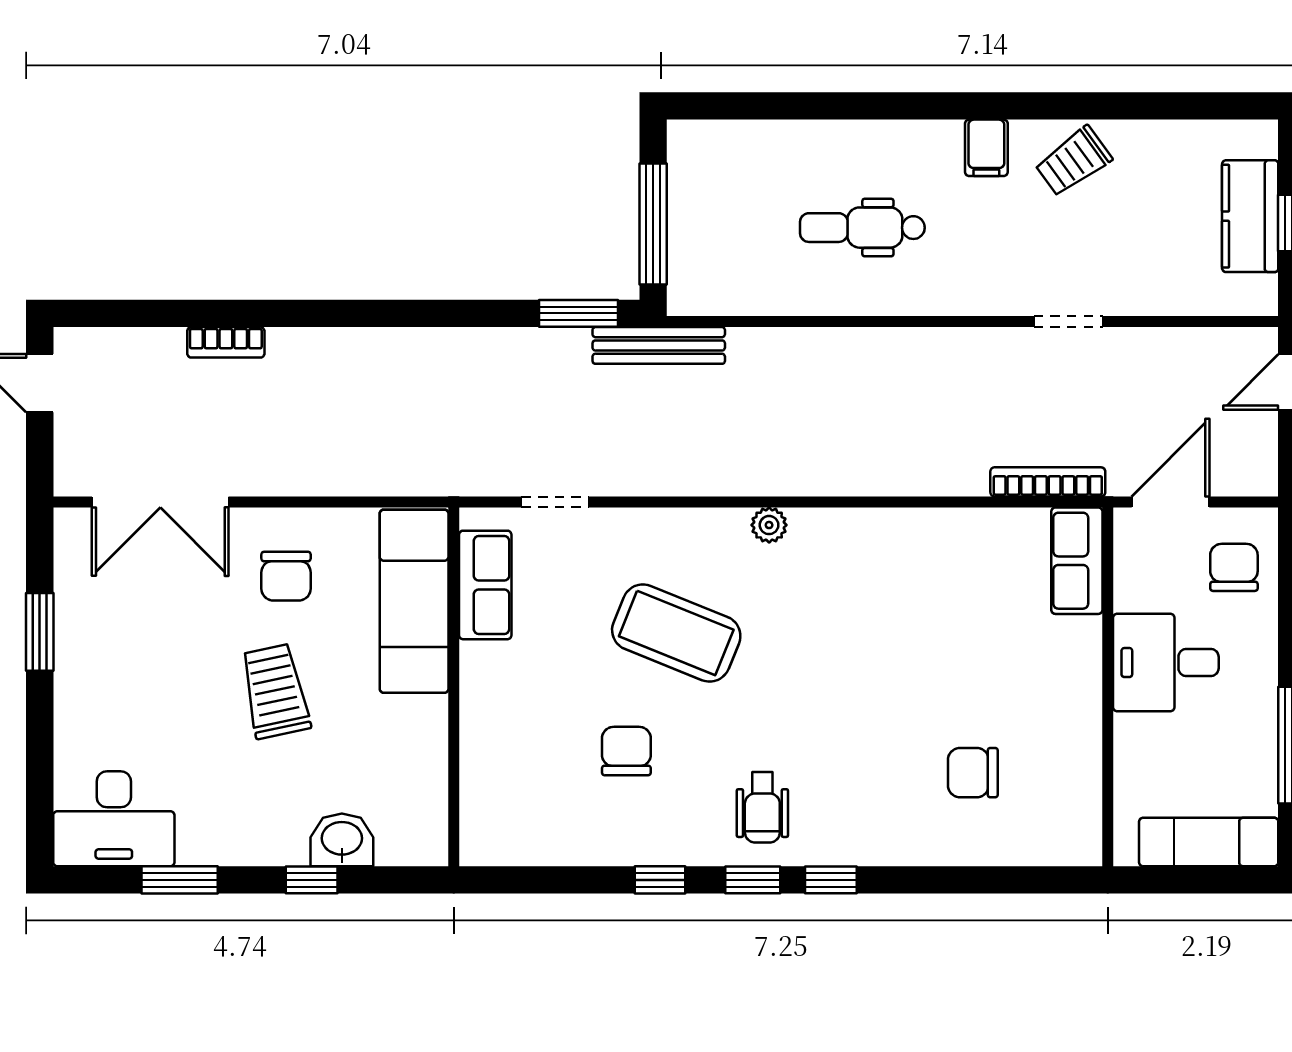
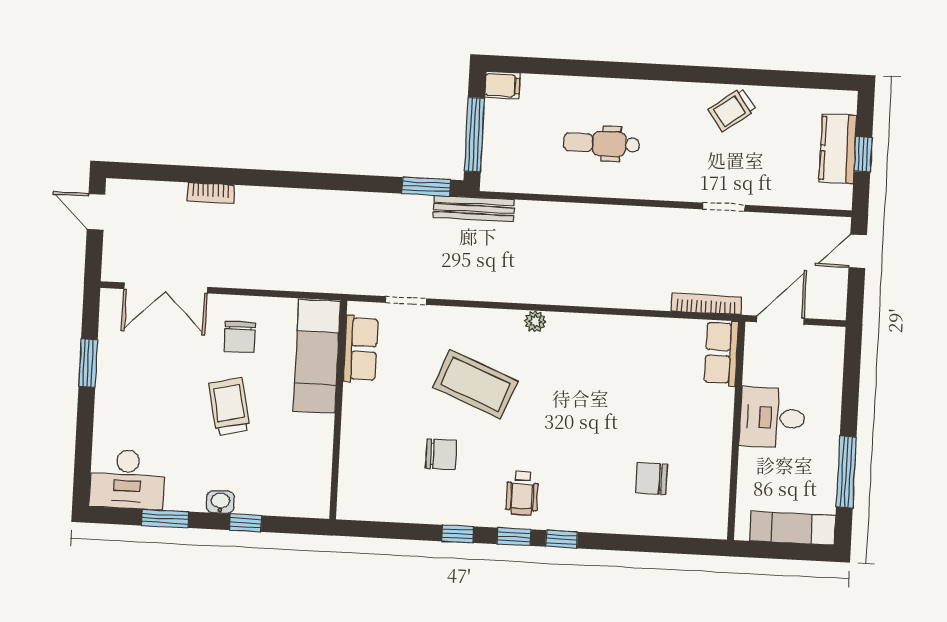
filing cabinet: (986, 148) -> (502, 85), moved, turned -90
chair: (1234, 567) -> (817, 362), removed
chair: (626, 751) -> (441, 454), turned 90
washbasin: (342, 840) -> (220, 502), moved, width x0.72, depth x0.69

